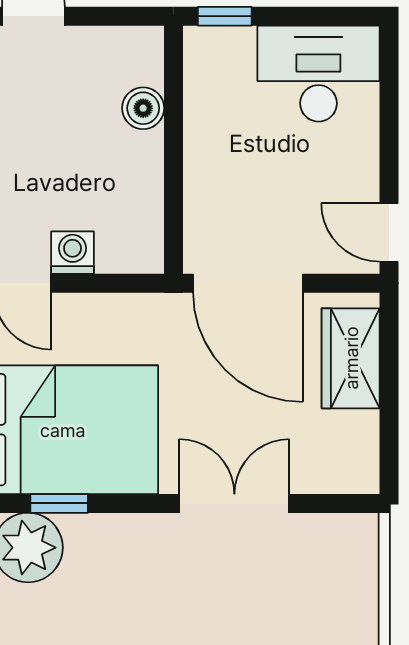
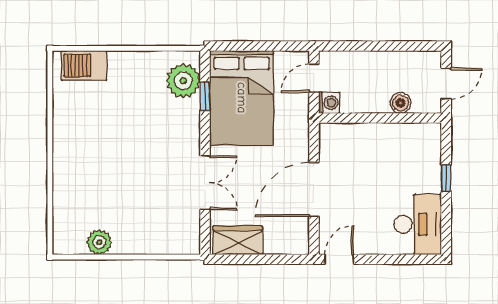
boiler: (143, 108) -> (401, 103), moved
wall: (173, 150) -> (380, 118), moved
wardrobe: (351, 358) -> (238, 240), moved

